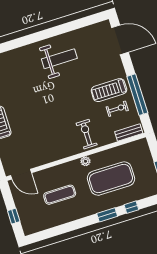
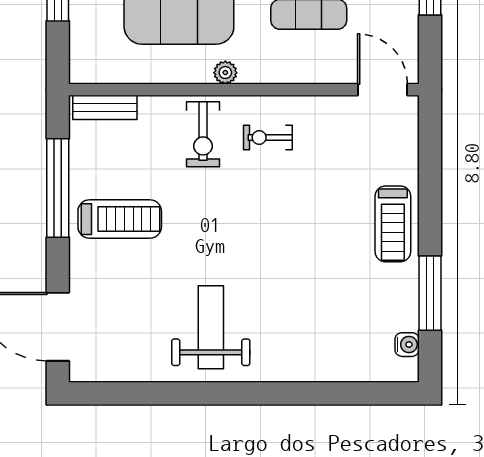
weight bench: (59, 59) -> (211, 327), turned 90
exercise bike: (117, 109) -> (268, 138), moved

